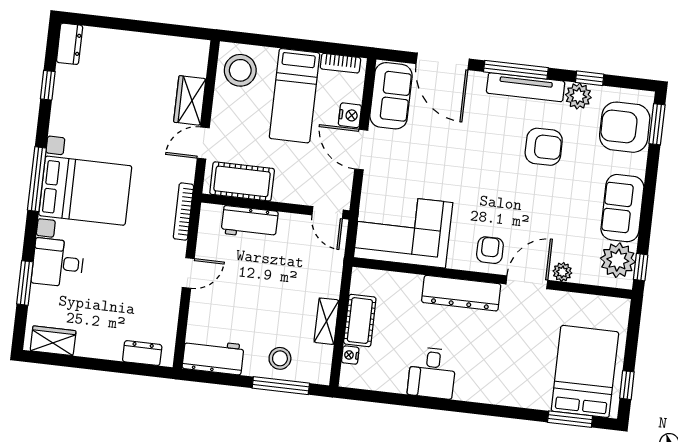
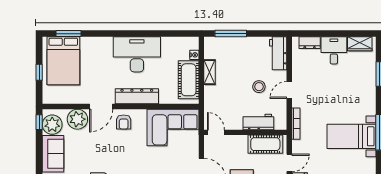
bed with nightstands: (85, 191) -> (352, 136), width x0.73
desk: (58, 263) -> (334, 50), moved, turned -90
plant: (562, 272) -> (77, 119), width x1.87, depth x1.87
cot: (360, 321) -> (189, 80), width x1.37, depth x1.34
workbench: (213, 357) -> (278, 53), moved, turned 90
stool: (280, 358) -> (259, 87), moved
desk: (432, 373) -> (137, 54), width x1.87, depth x1.30
window: (627, 385) -> (39, 72), moved

